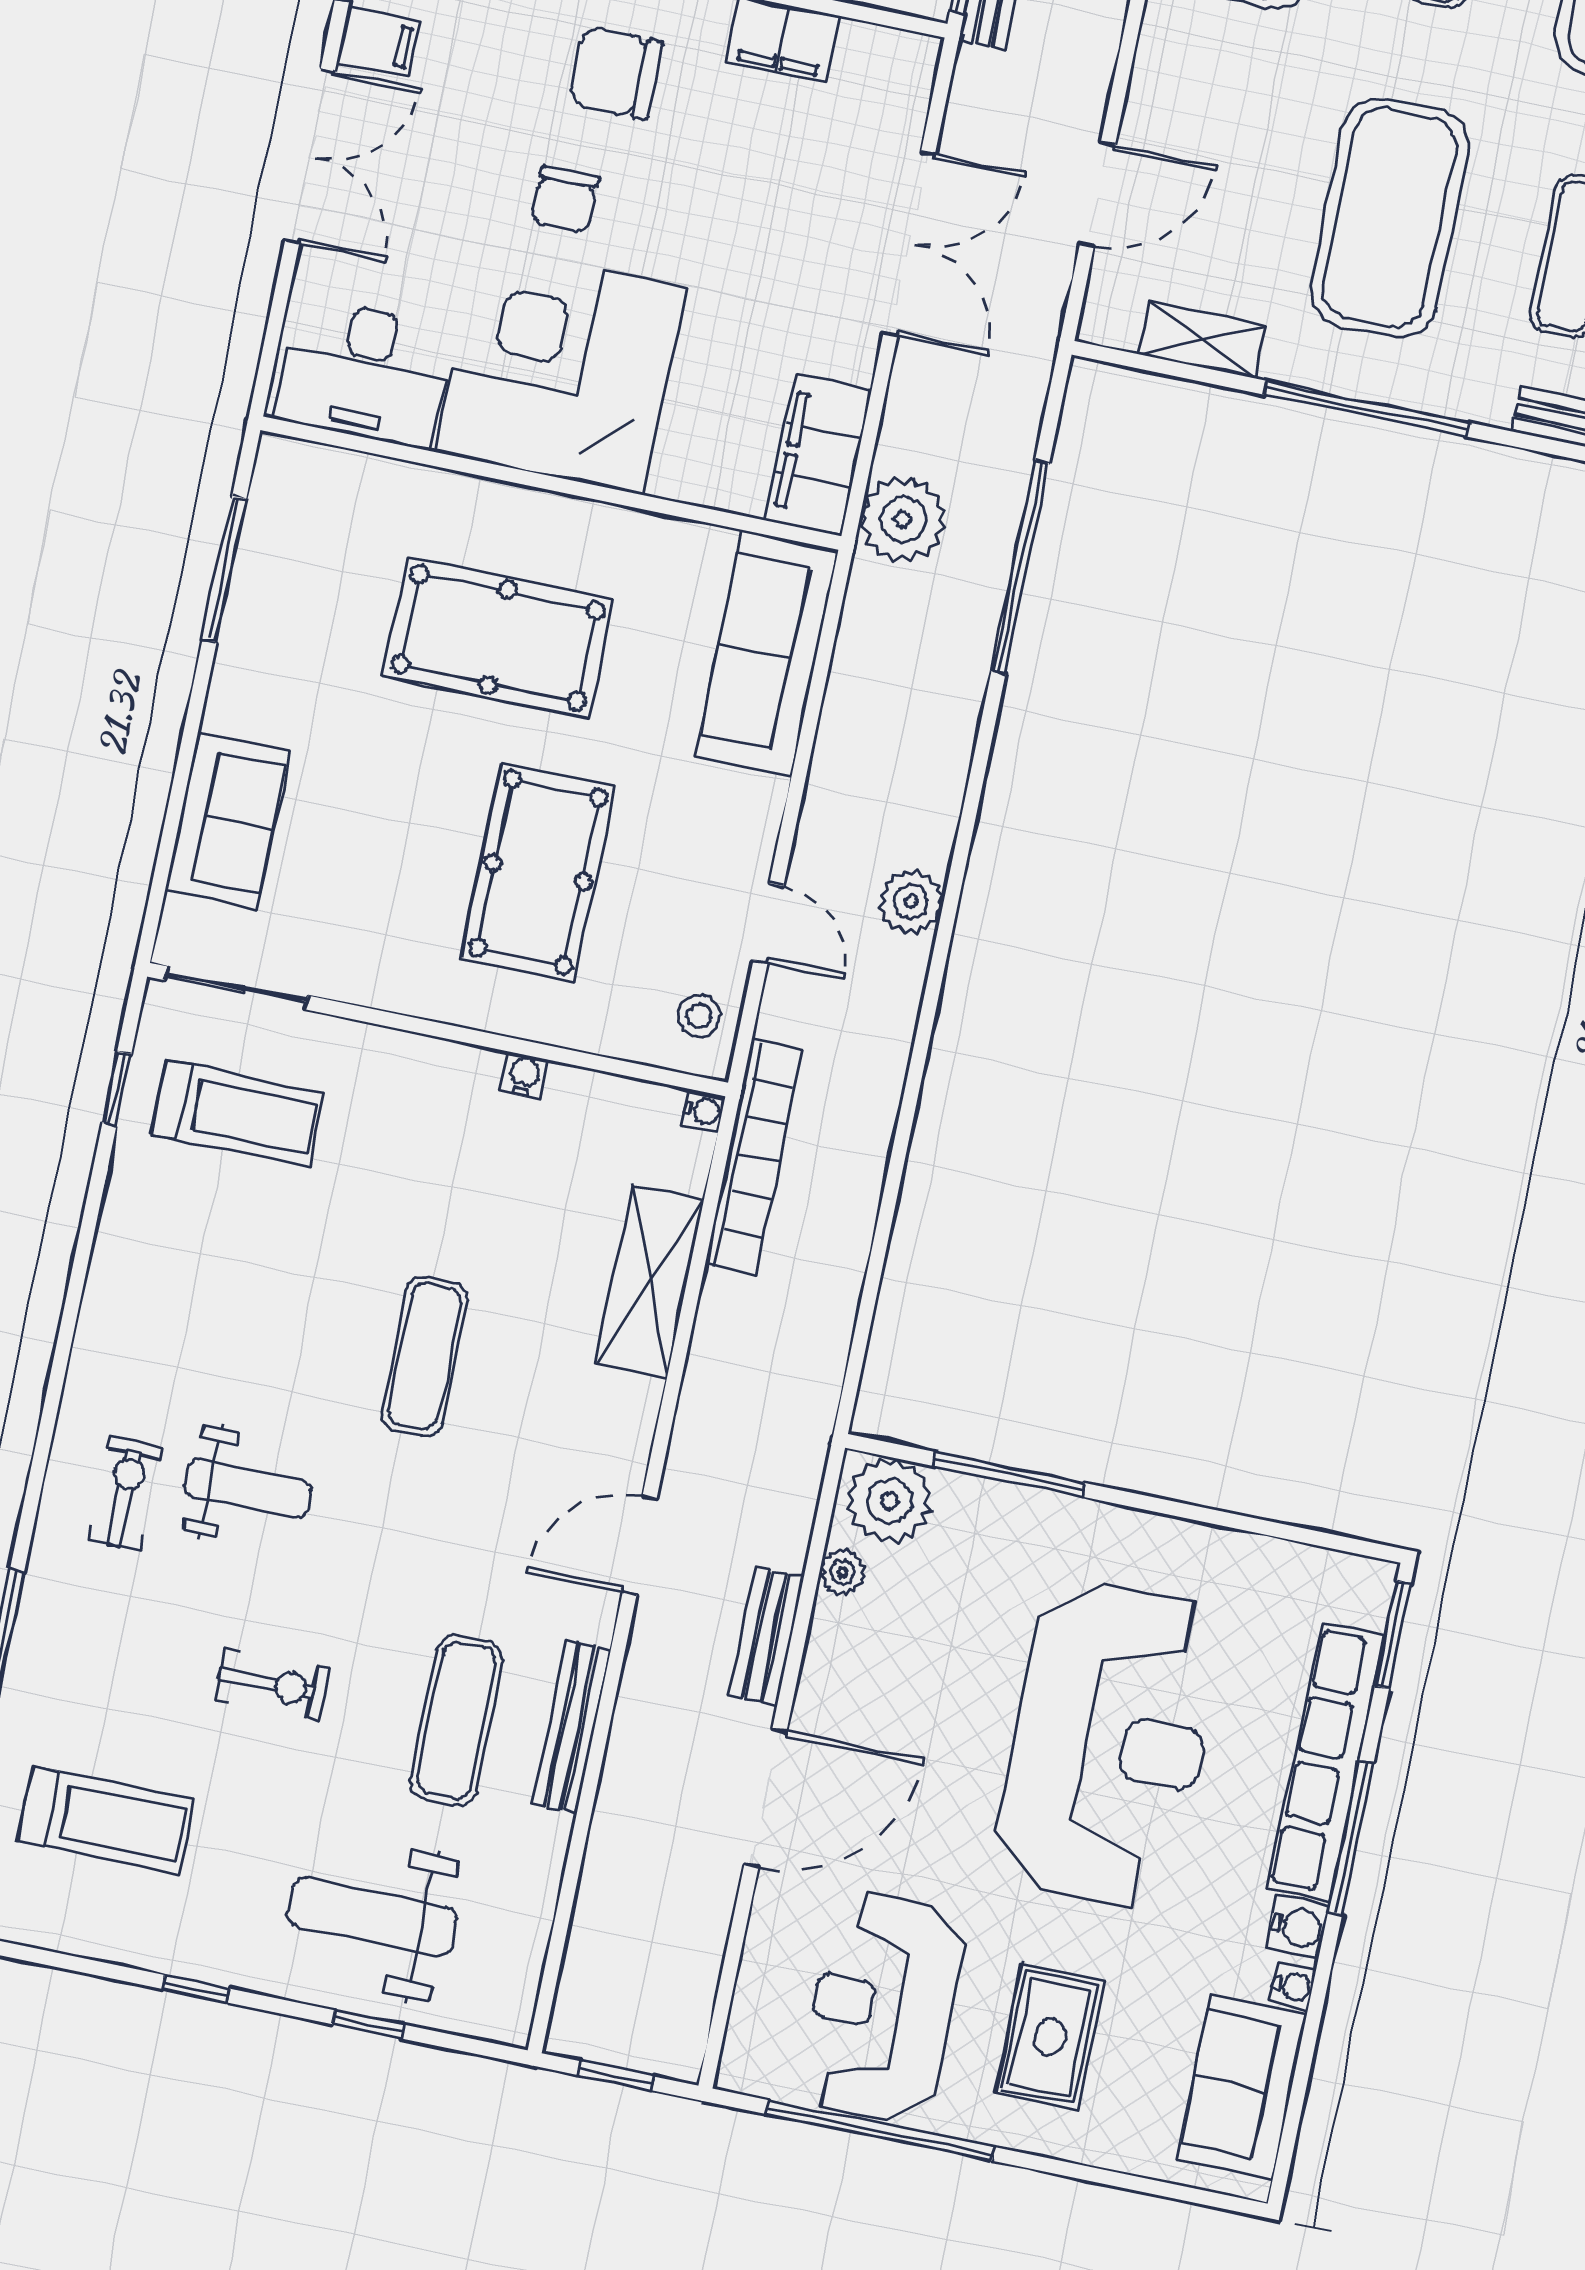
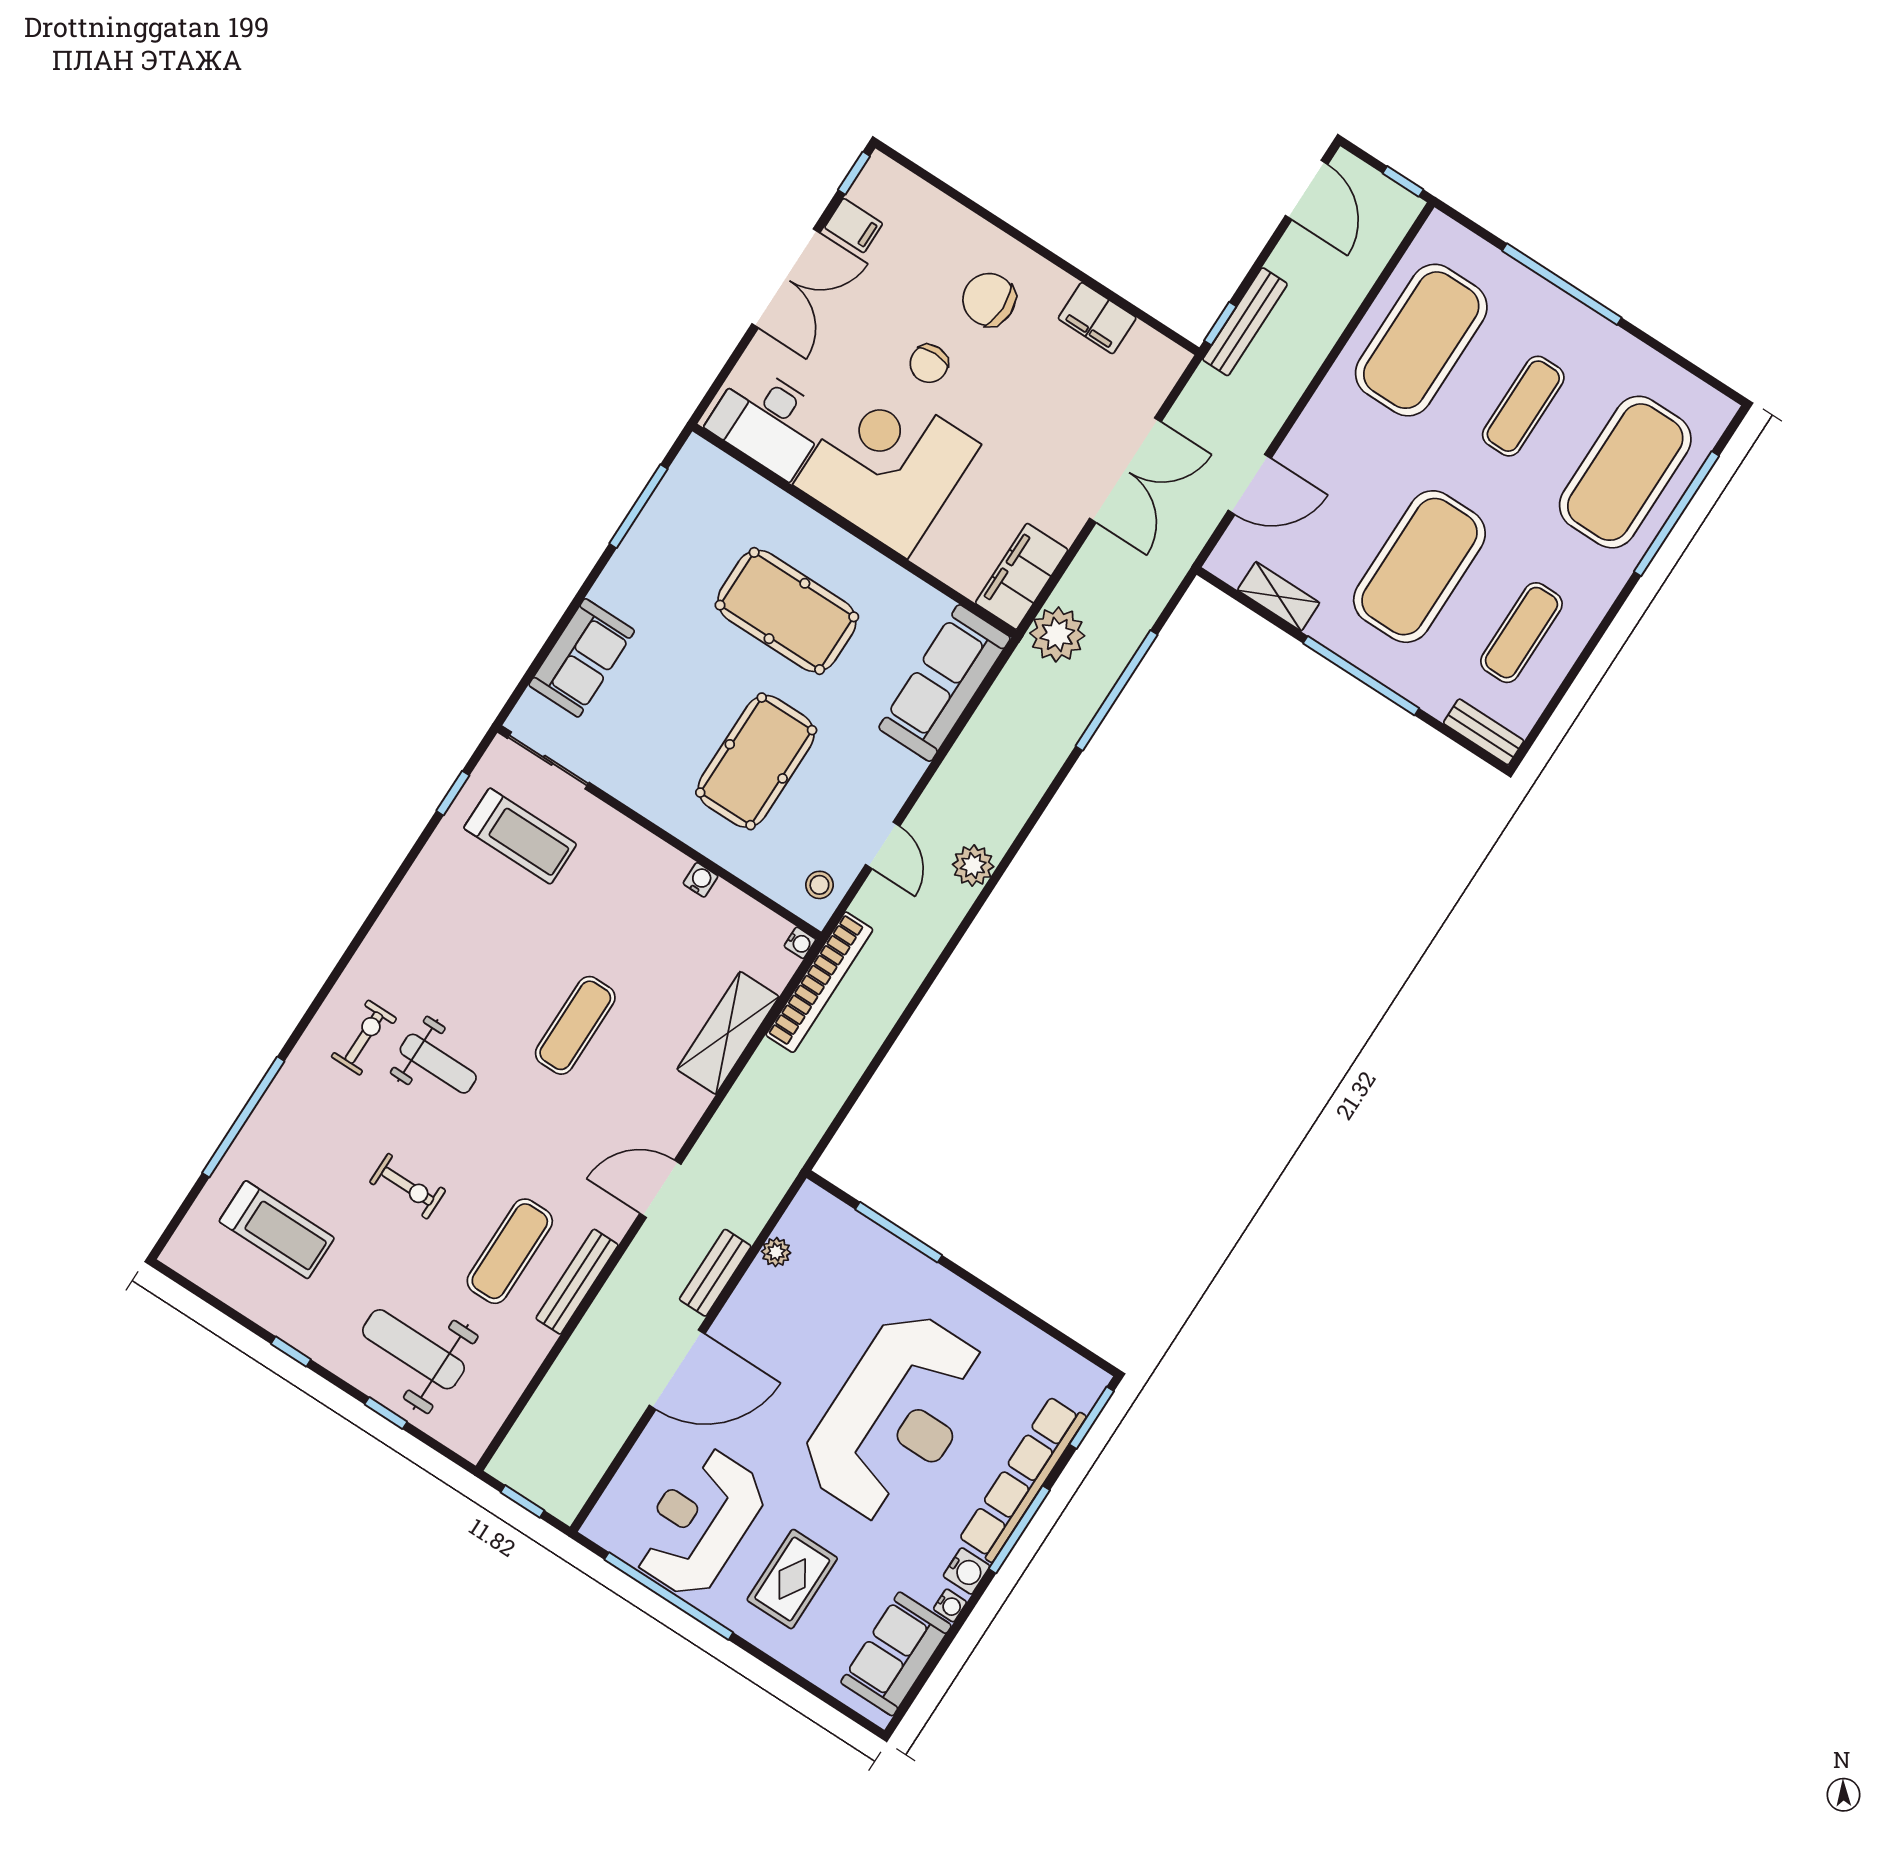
plant: (890, 1501) -> (821, 1220), removed

